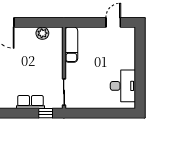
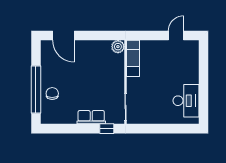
plant: (42, 33) -> (118, 47), moved

